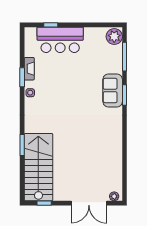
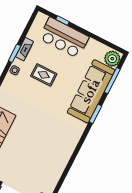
rug: (59, 83) -> (44, 75), added
sofa: (113, 90) -> (91, 91), width x1.85, depth x1.27

